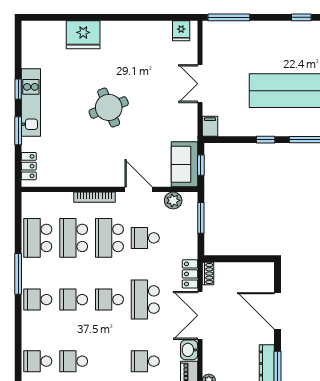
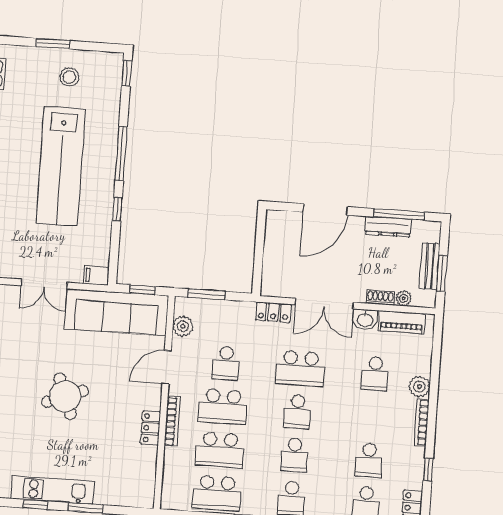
sofa: (184, 164) -> (116, 312), width x1.85, depth x1.27
locker: (29, 166) -> (150, 428), moved, turned -90
shoe rack: (208, 274) -> (380, 298), moved

